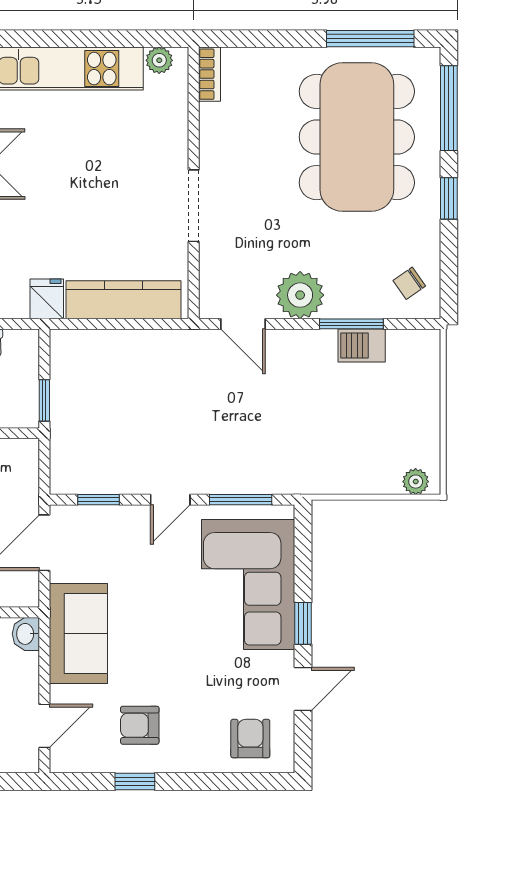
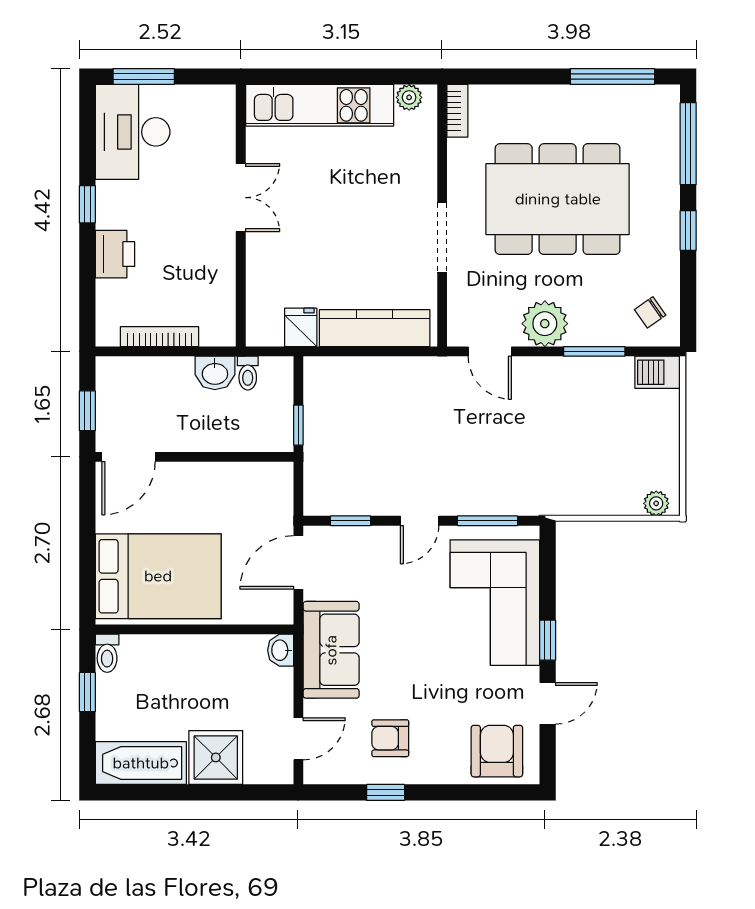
dining table: (357, 137) -> (558, 199), moved, turned 90
barbecue: (362, 345) -> (658, 372), moved
armchair: (250, 739) -> (497, 751), width x1.38, depth x1.38

